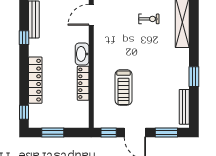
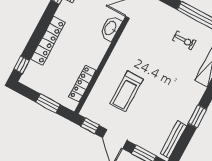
washbasin: (82, 54) -> (111, 28), moved
locker: (83, 83) -> (82, 84), moved
window: (53, 133) -> (48, 103), moved

